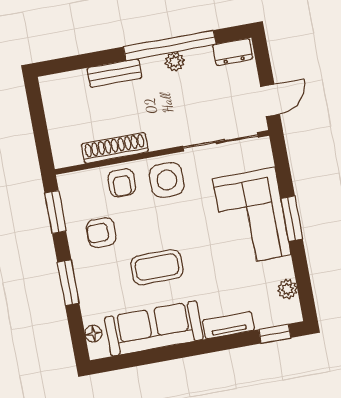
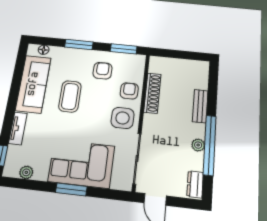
armchair: (122, 183) -> (129, 91), turned 90

